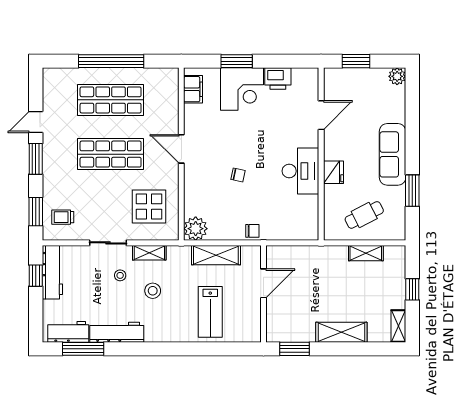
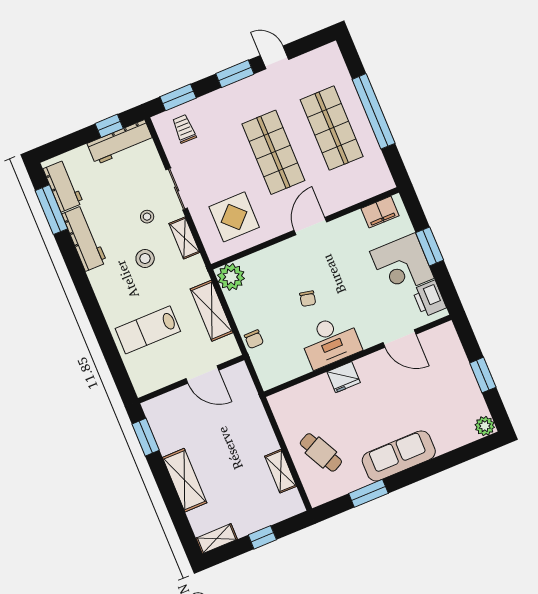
door: (321, 115) -> (400, 338), moved
wall: (321, 154) -> (358, 356), moved
desk: (300, 171) -> (330, 341), moved
fridge: (333, 172) -> (344, 377), moved

